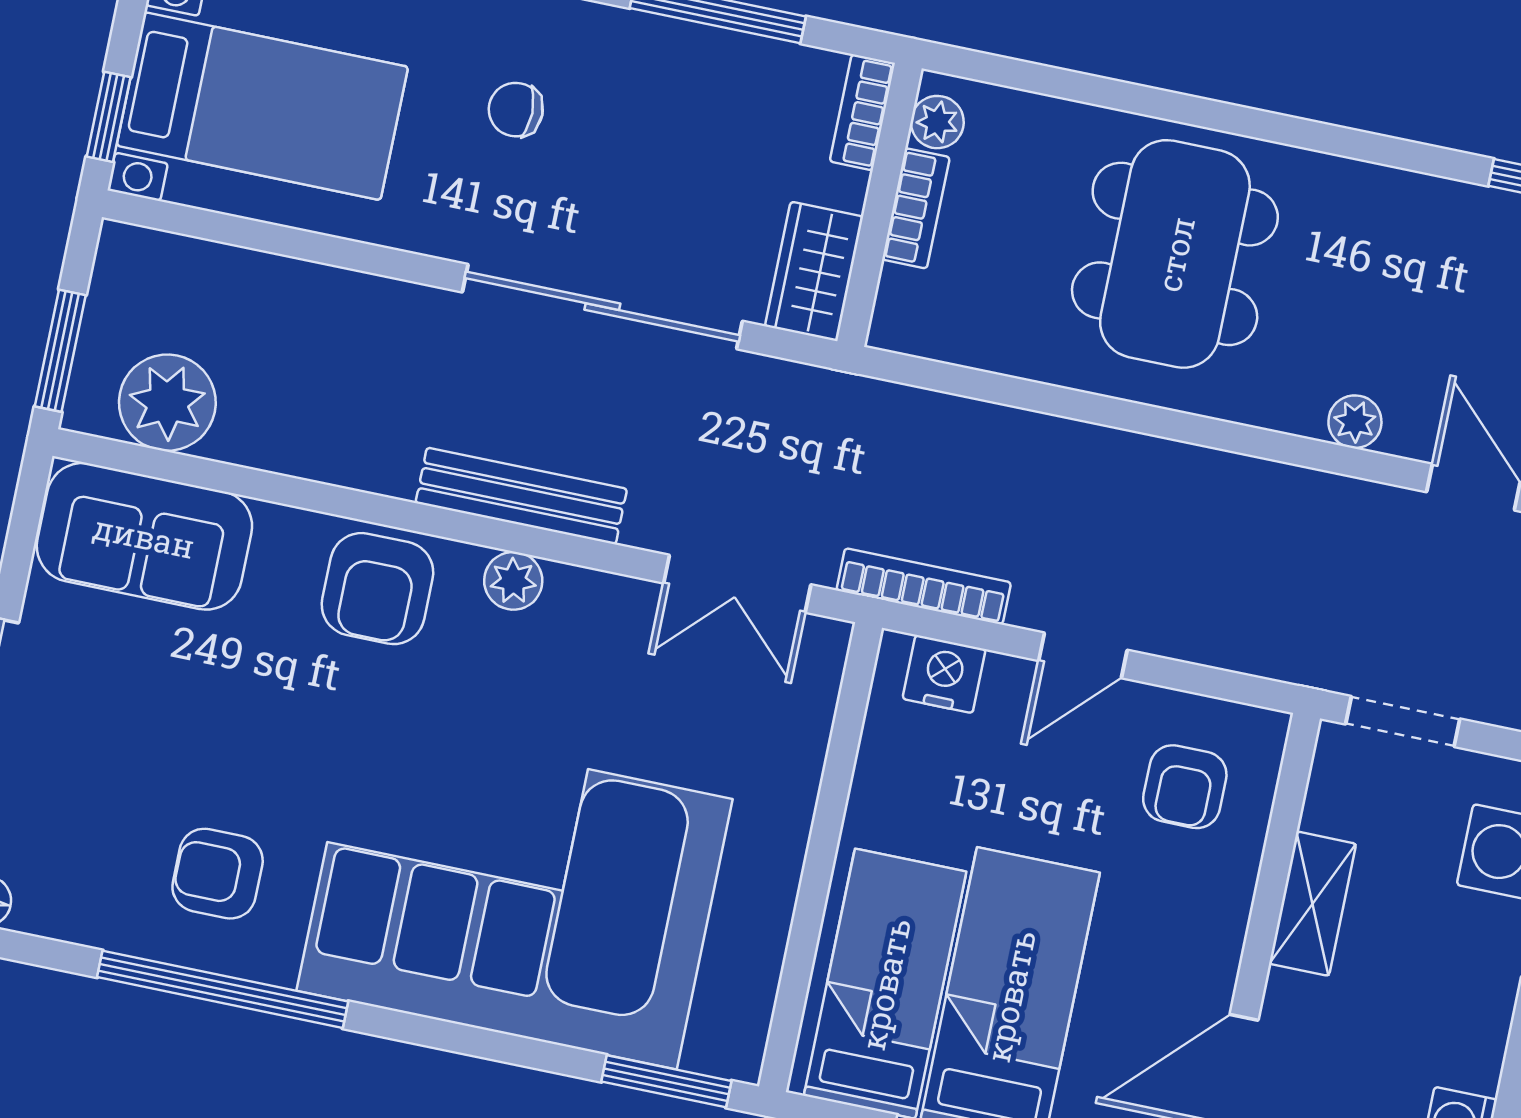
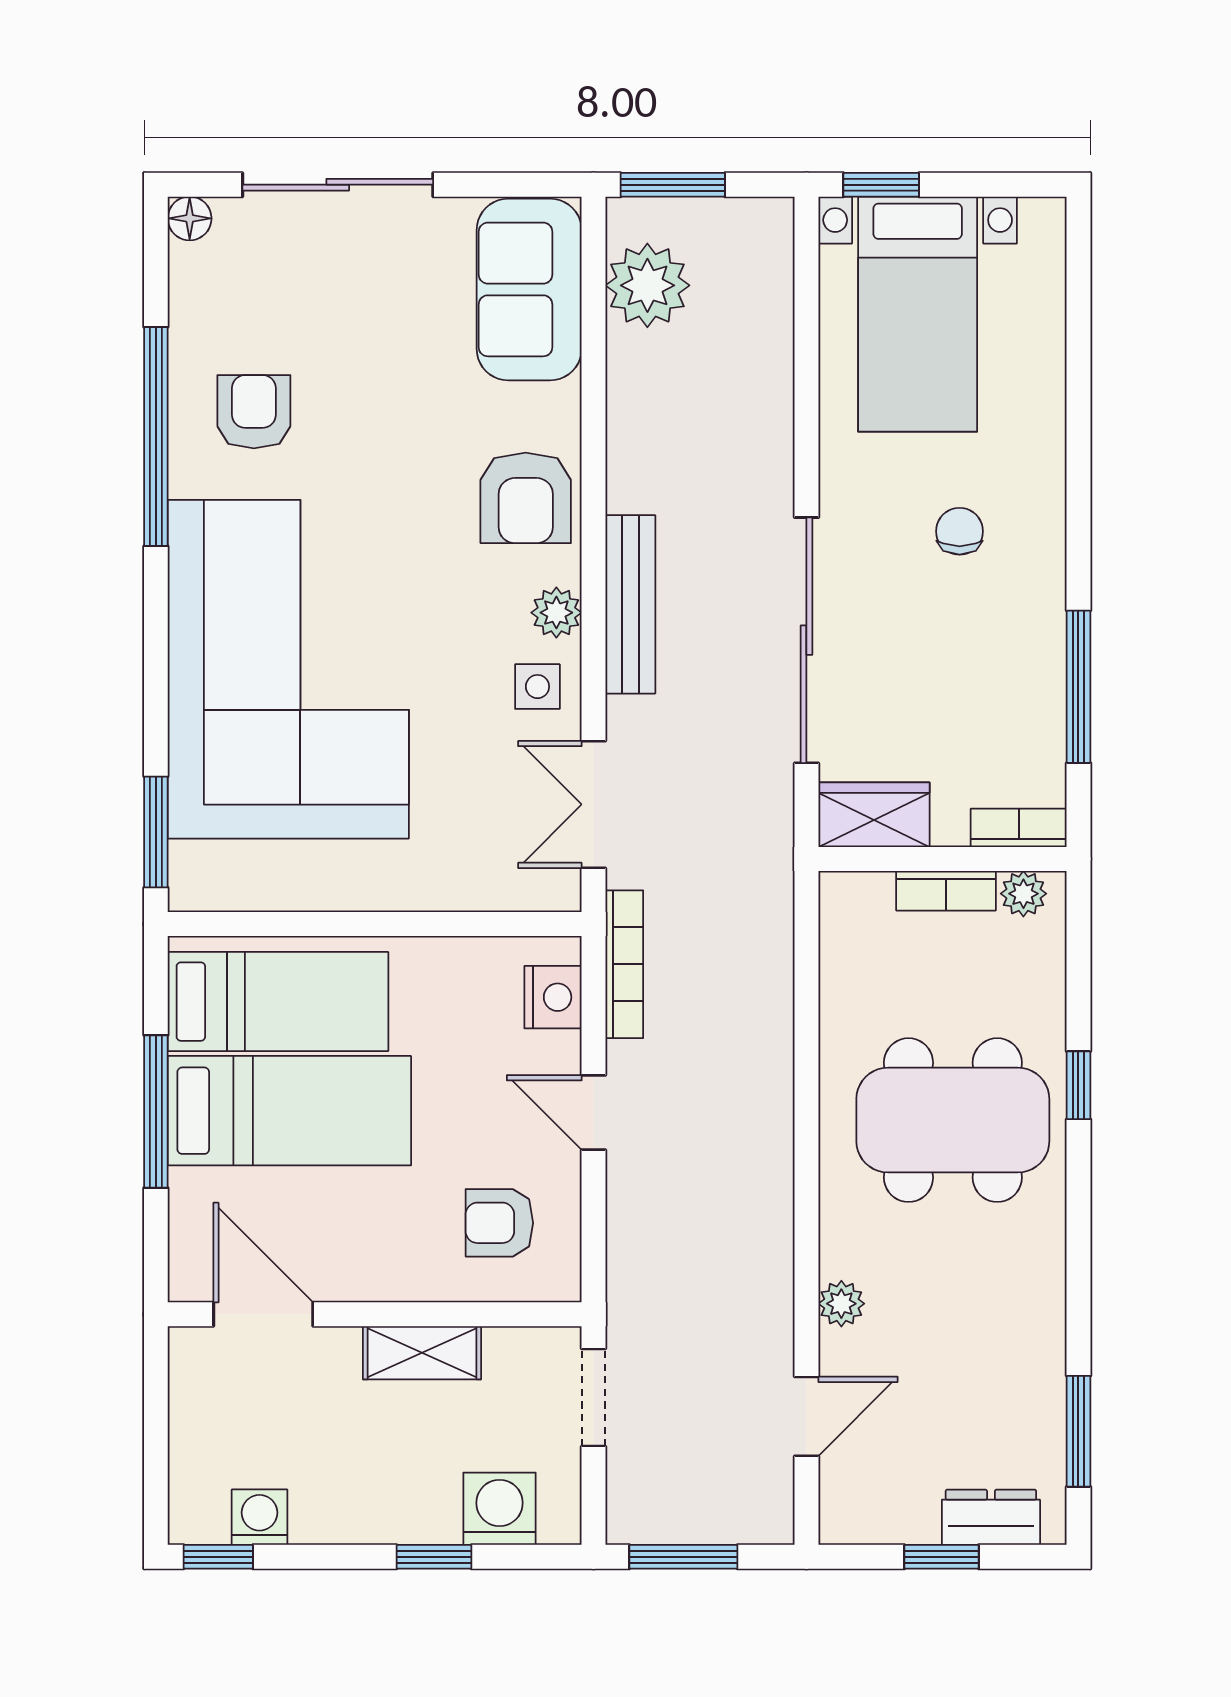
window: (1165, 105) -> (1078, 1085), added
armchair: (377, 589) -> (526, 498), turned -90
side table: (592, 619) -> (537, 687), added

